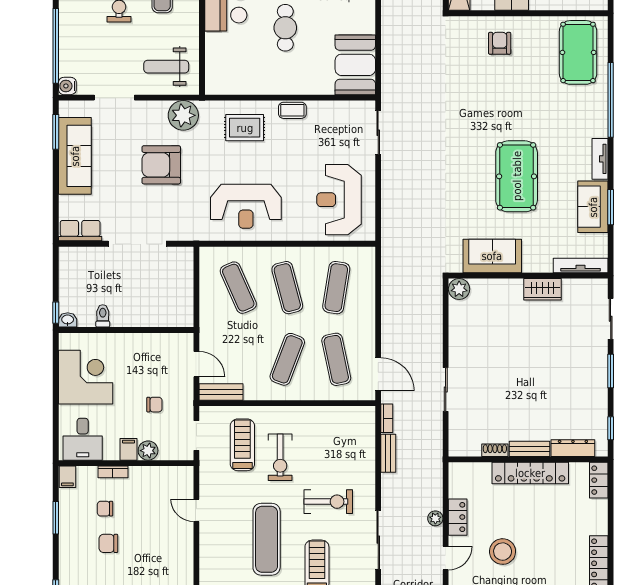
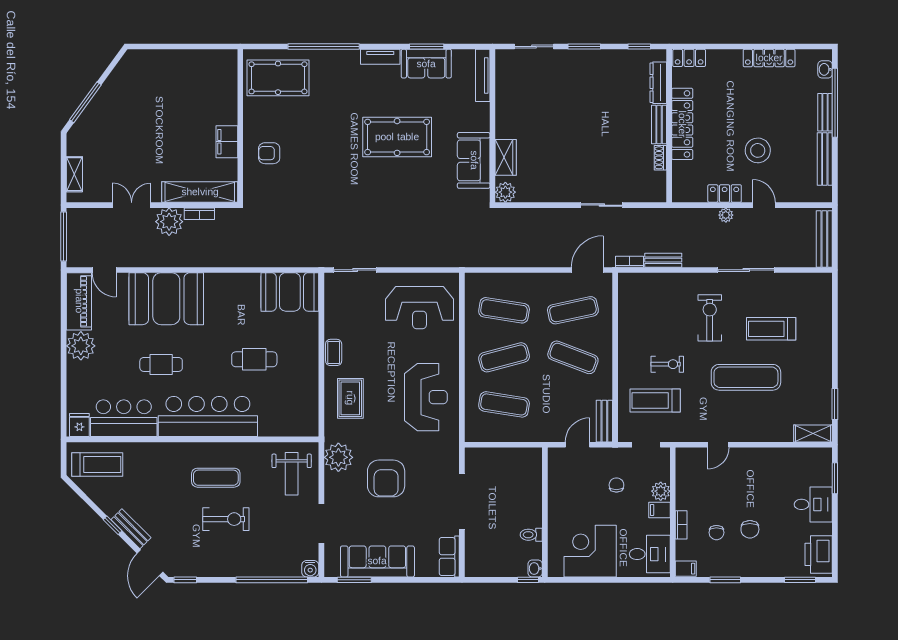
exercise mat: (238, 288) -> (504, 404), turned 33
wardrobe: (542, 289) -> (506, 157), moved
exercise bike: (280, 457) -> (667, 364), width x0.73, depth x0.72

